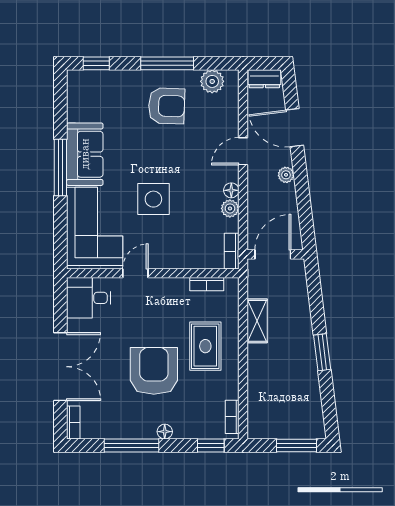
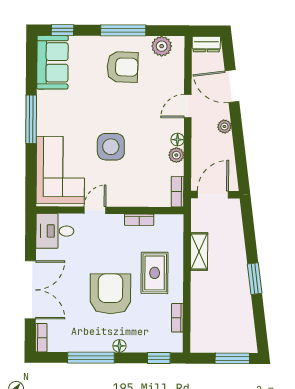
sofa: (85, 154) -> (52, 62), moved
bookcase: (207, 284) -> (139, 220), moved
bookcase: (232, 417) -> (177, 318), moved

